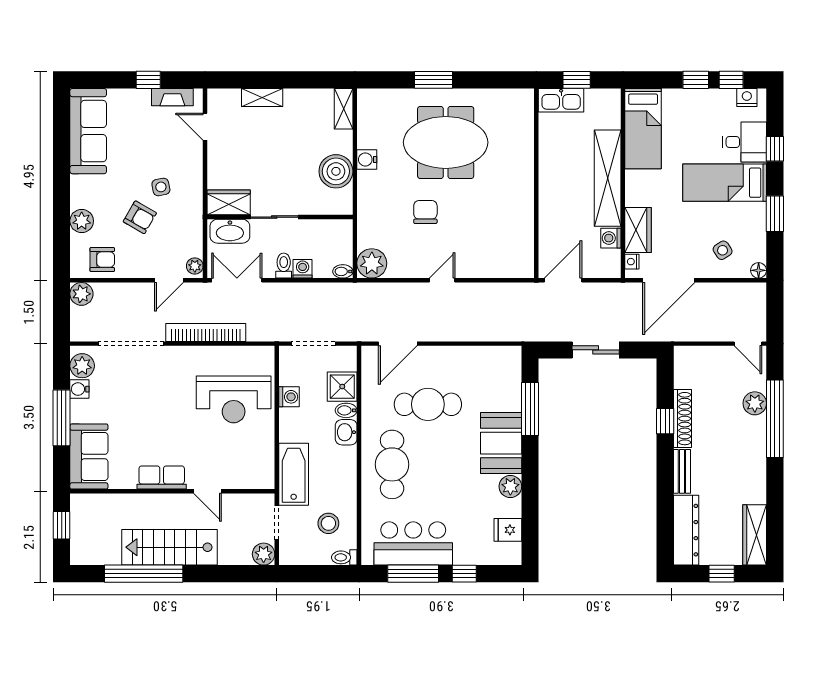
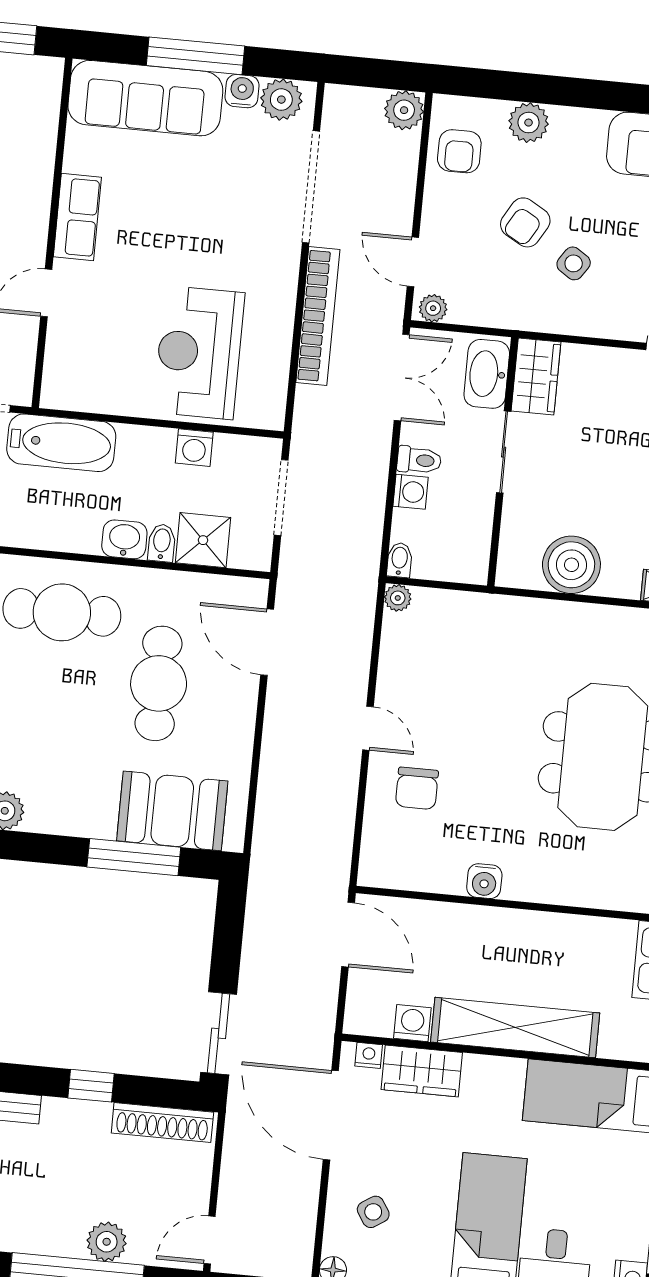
water cooler: (367, 159) -> (484, 881), moved, turned 180
side table: (161, 187) -> (574, 263), turned 45
chair: (425, 212) -> (417, 788), moved, turned 90
plant: (372, 263) -> (398, 598), width x0.53, depth x0.53
sliding door: (596, 350) -> (219, 1033), moved
shoe rack: (683, 419) -> (162, 1123), moved
booth: (501, 443) -> (172, 811), moved
sofa: (89, 457) -> (145, 98), width x1.36

